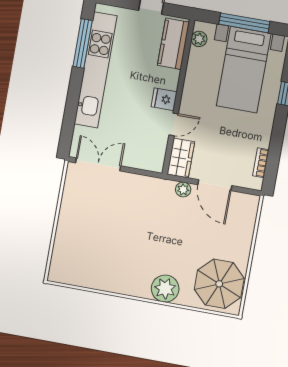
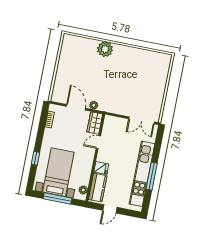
window: (83, 43) -> (152, 176), moved
fridge: (164, 99) -> (101, 168), moved
parasol: (219, 284) -> (74, 51), removed

